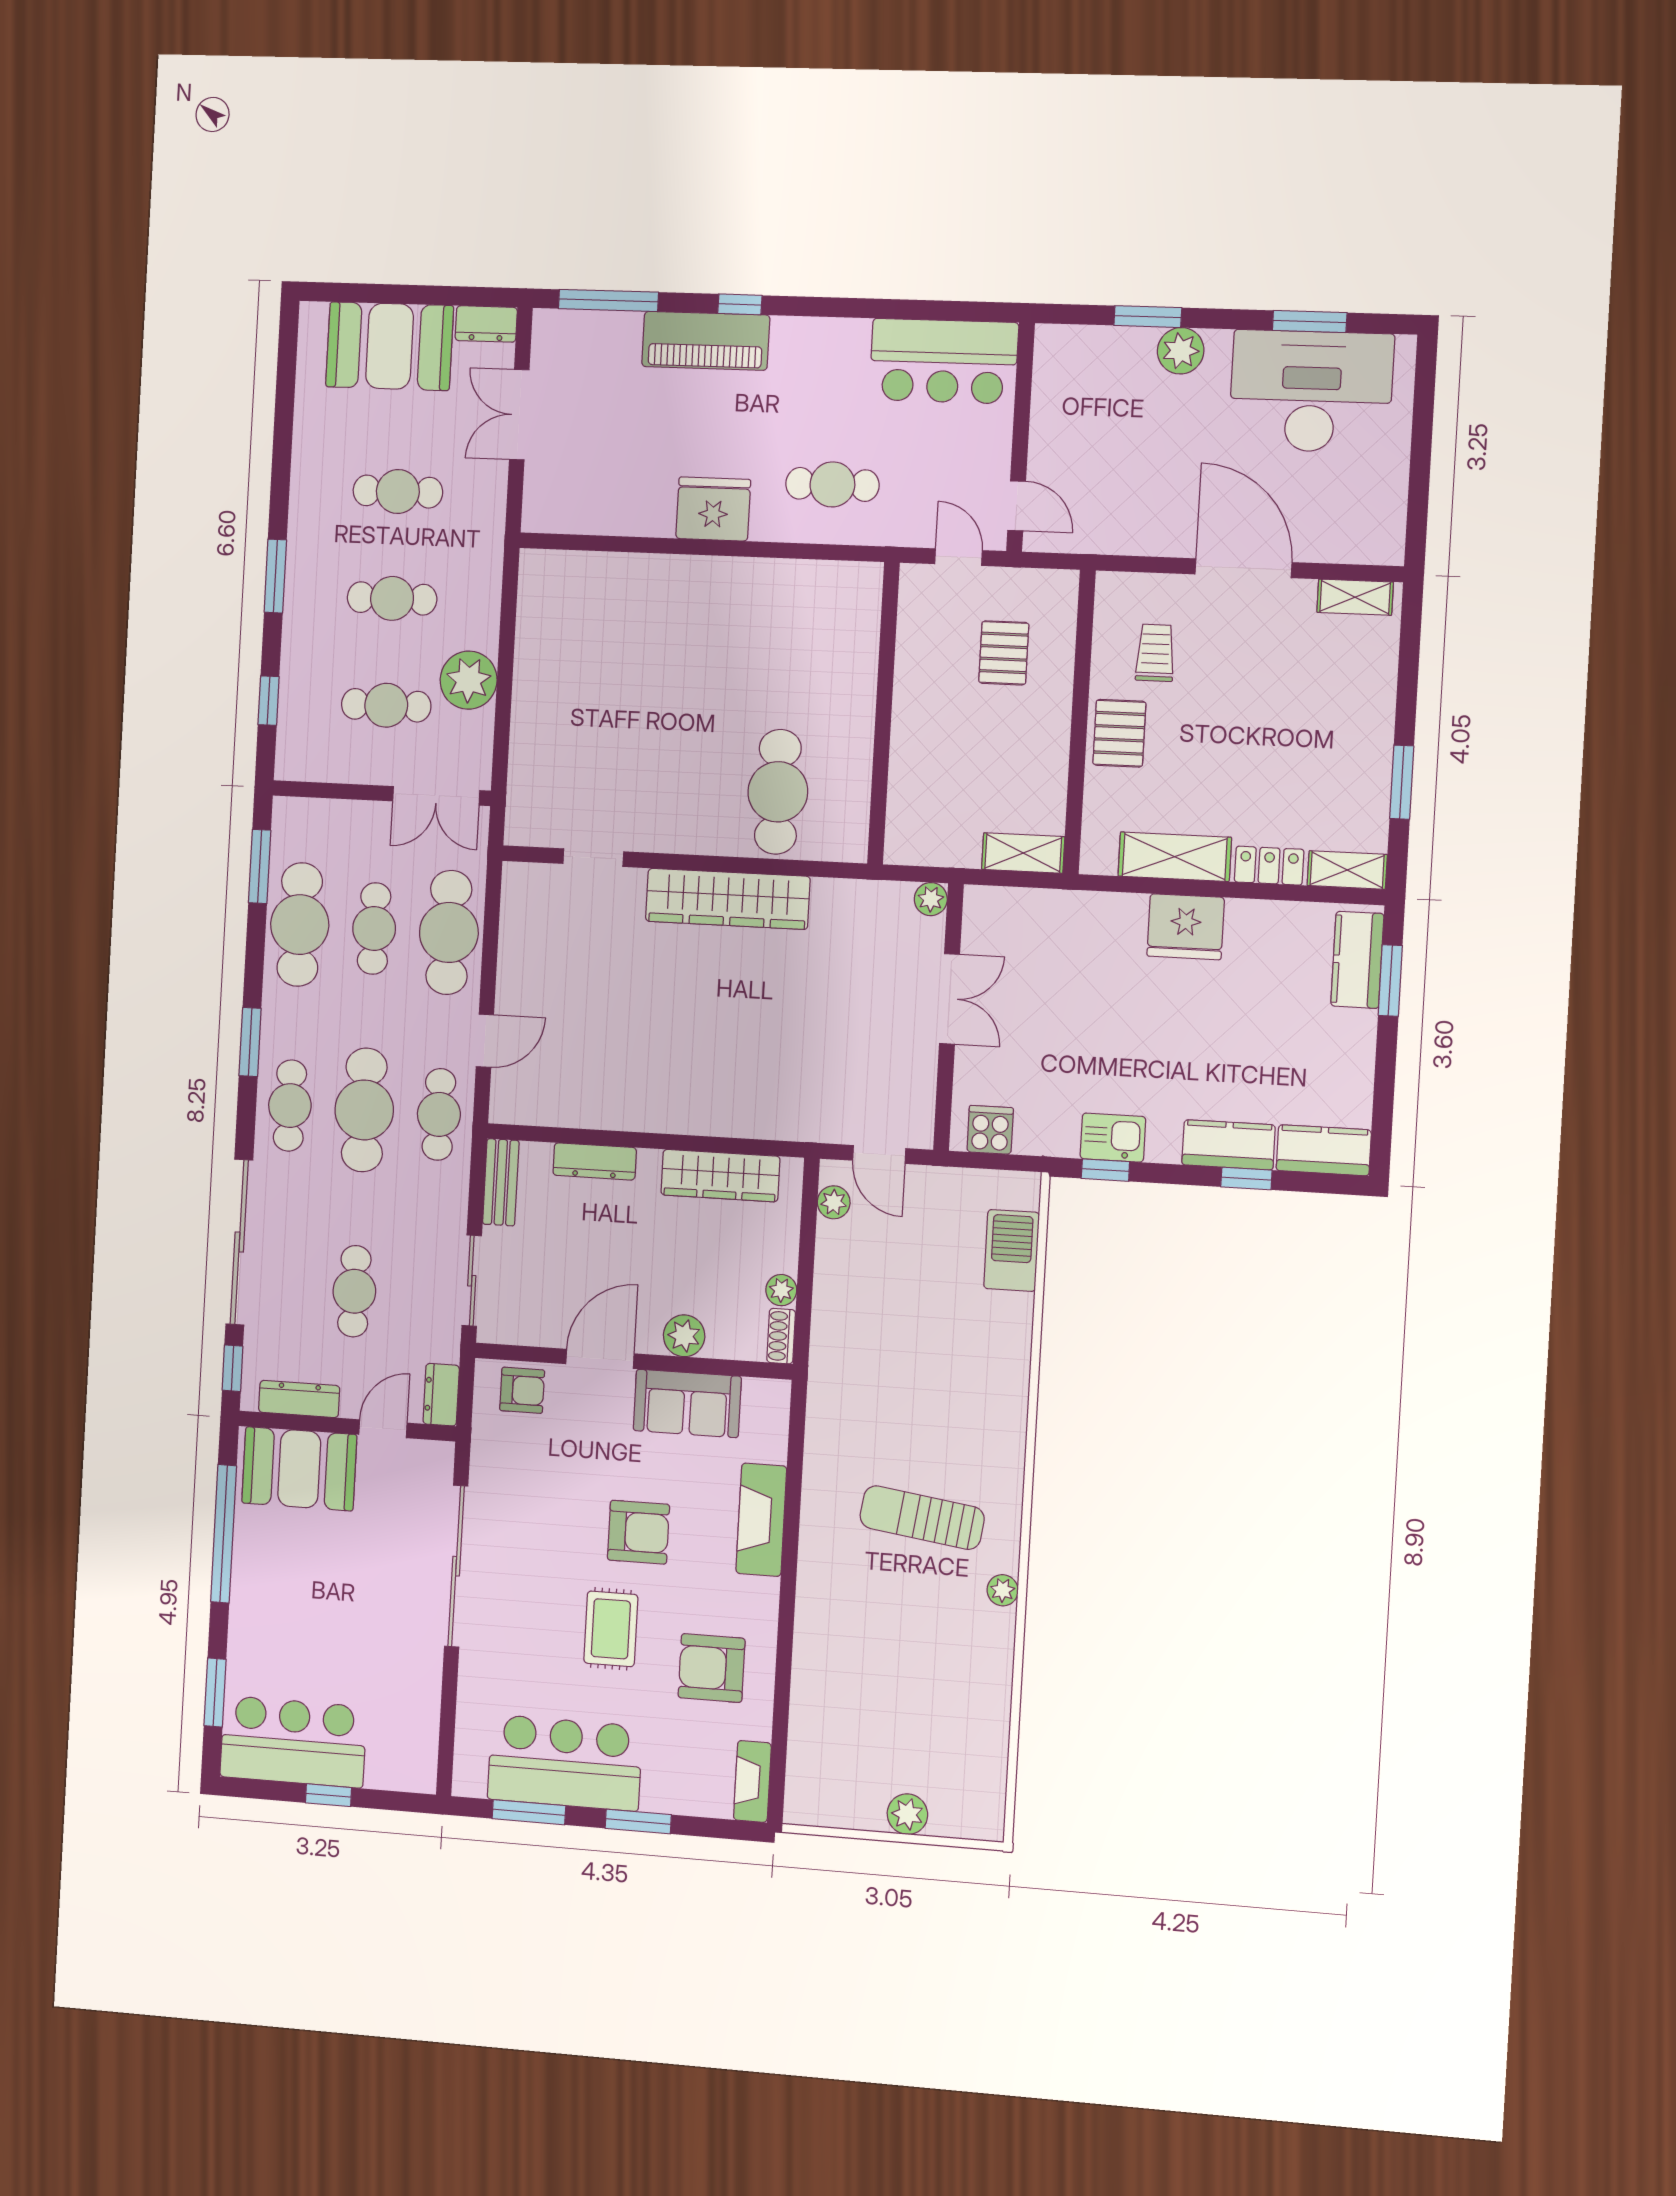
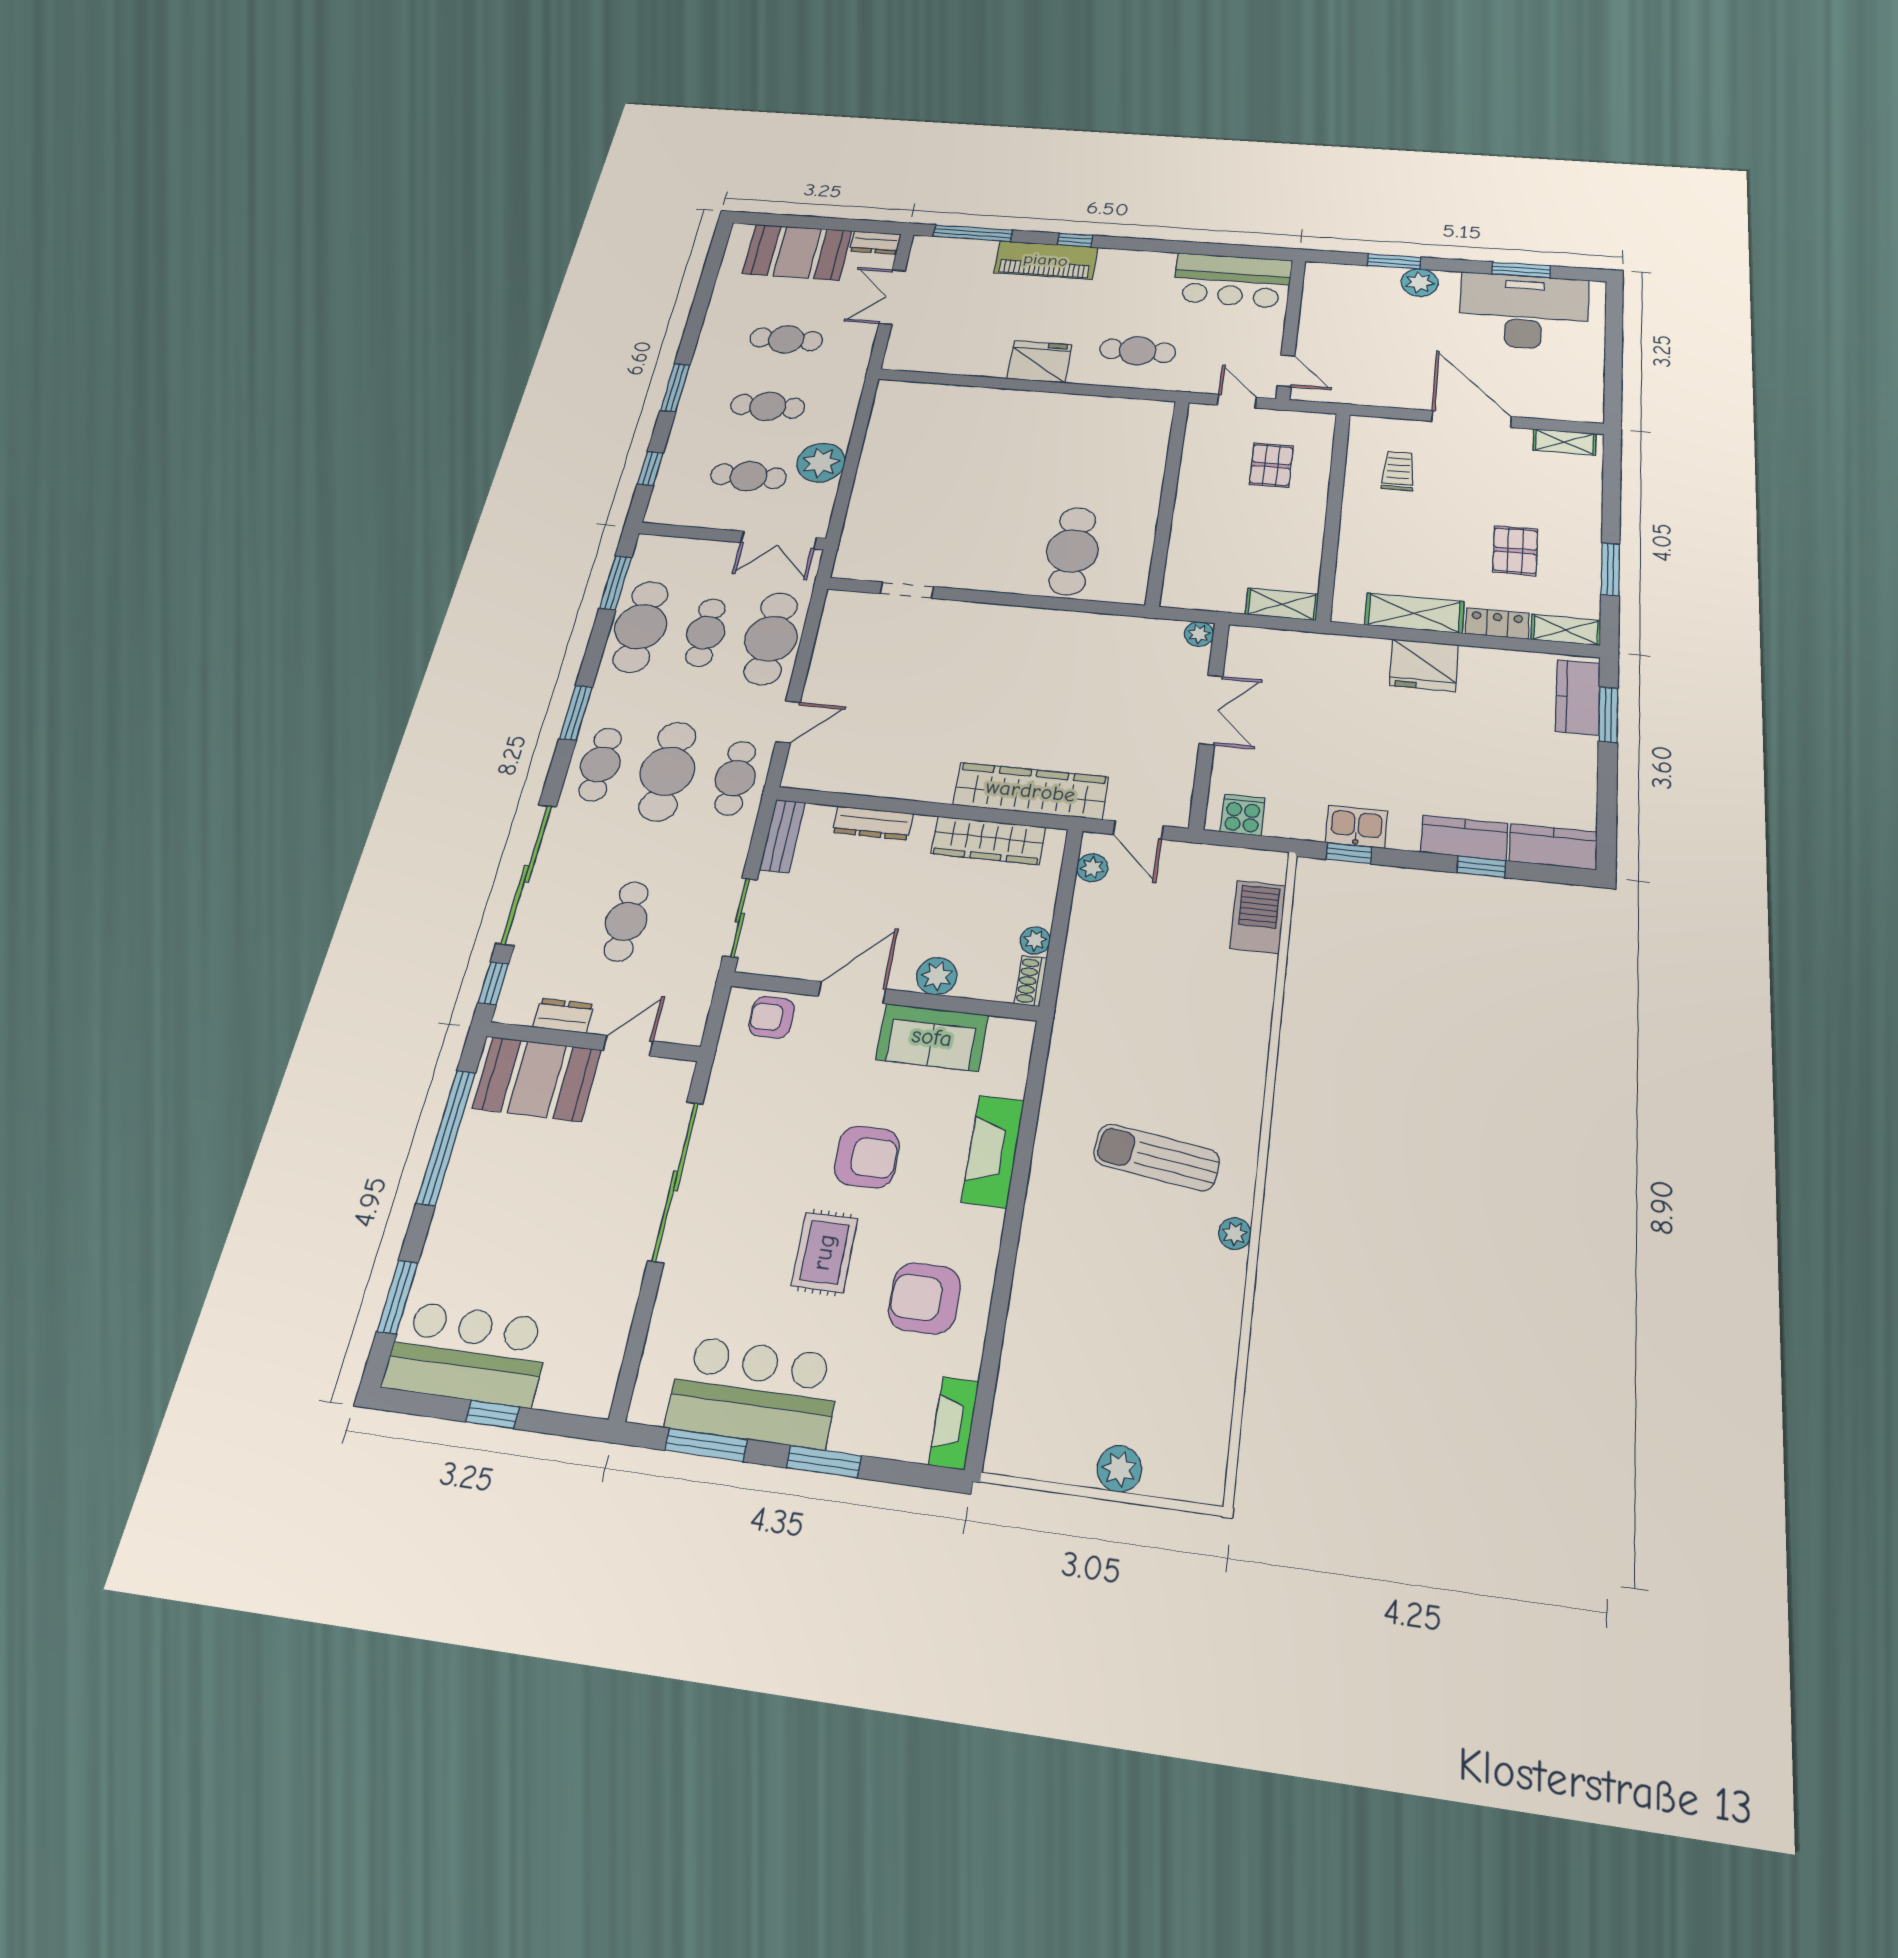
pallet: (1119, 733) -> (1515, 551), moved
wardrobe: (728, 899) -> (1031, 791), moved, turned 180
armchair: (522, 1390) -> (772, 1017), turned 180
dresser: (441, 1395) -> (692, 1017), removed
dresser: (299, 1399) -> (563, 1016), width x0.70

